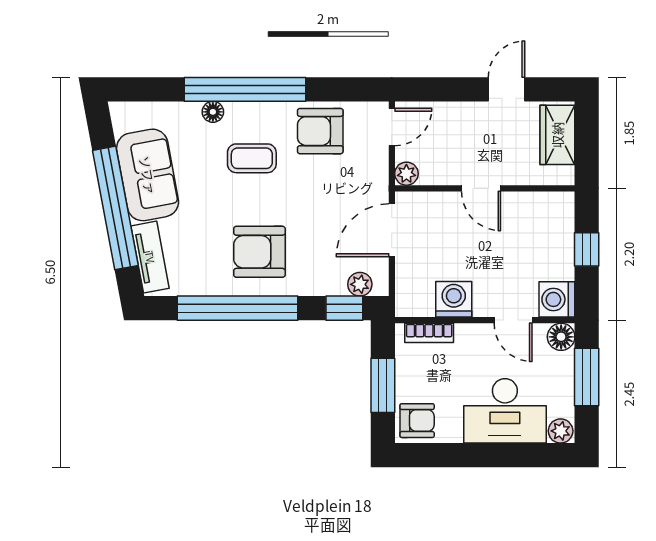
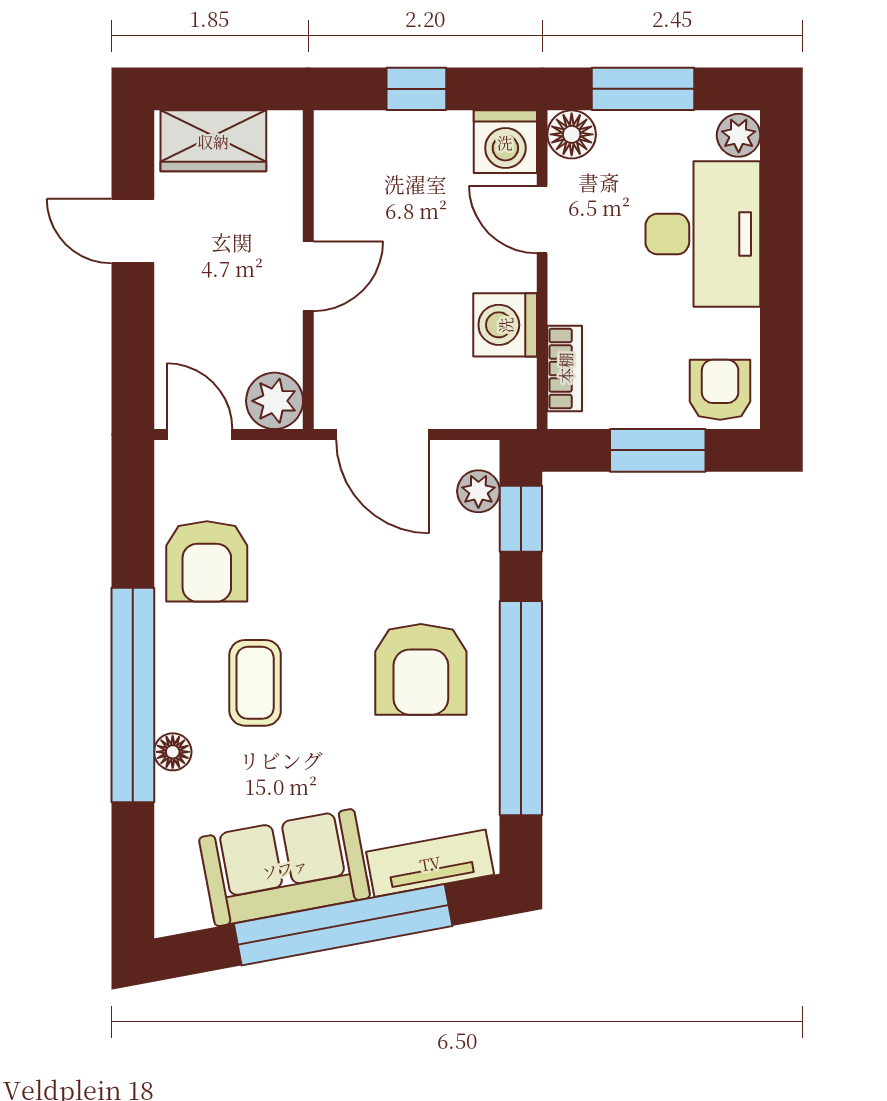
plant: (406, 174) -> (275, 401), width x1.38, depth x1.38
door: (513, 320) -> (542, 219), swing flipped

